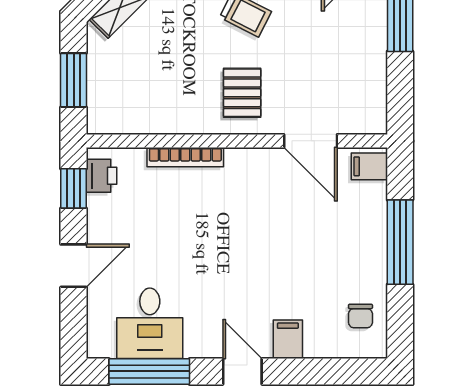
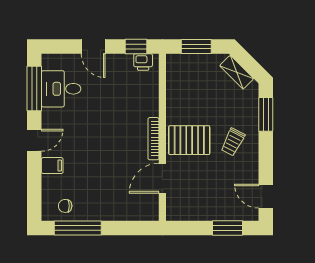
pallet: (242, 93) -> (189, 140), width x1.50, depth x1.42
bookcase: (185, 157) -> (153, 139), moved
filing cabinet: (369, 166) -> (148, 211), removed
window: (400, 242) -> (78, 228), moved

